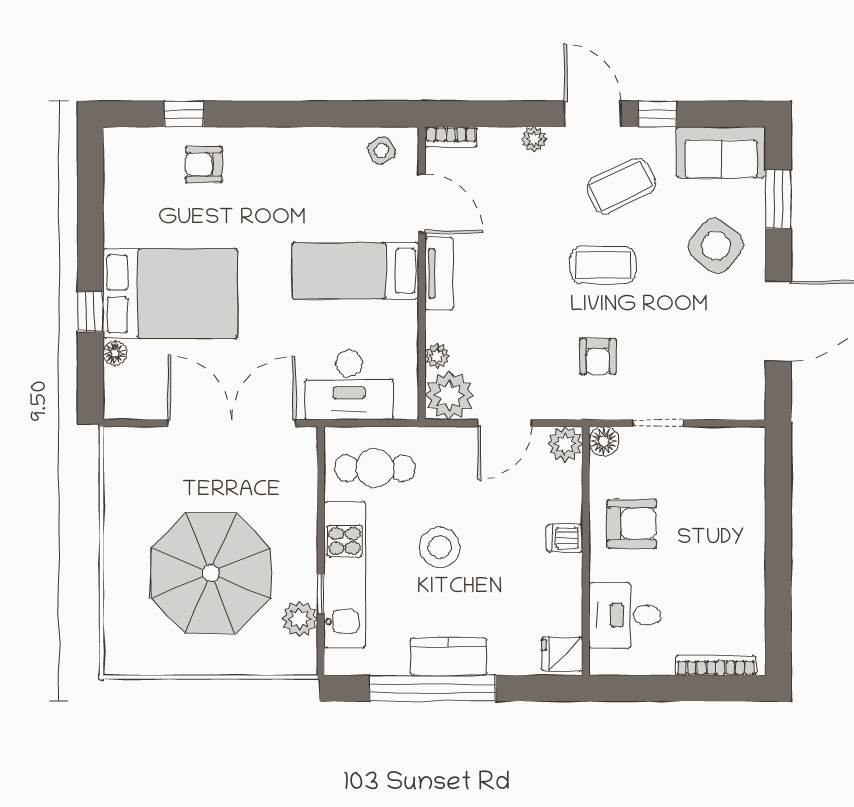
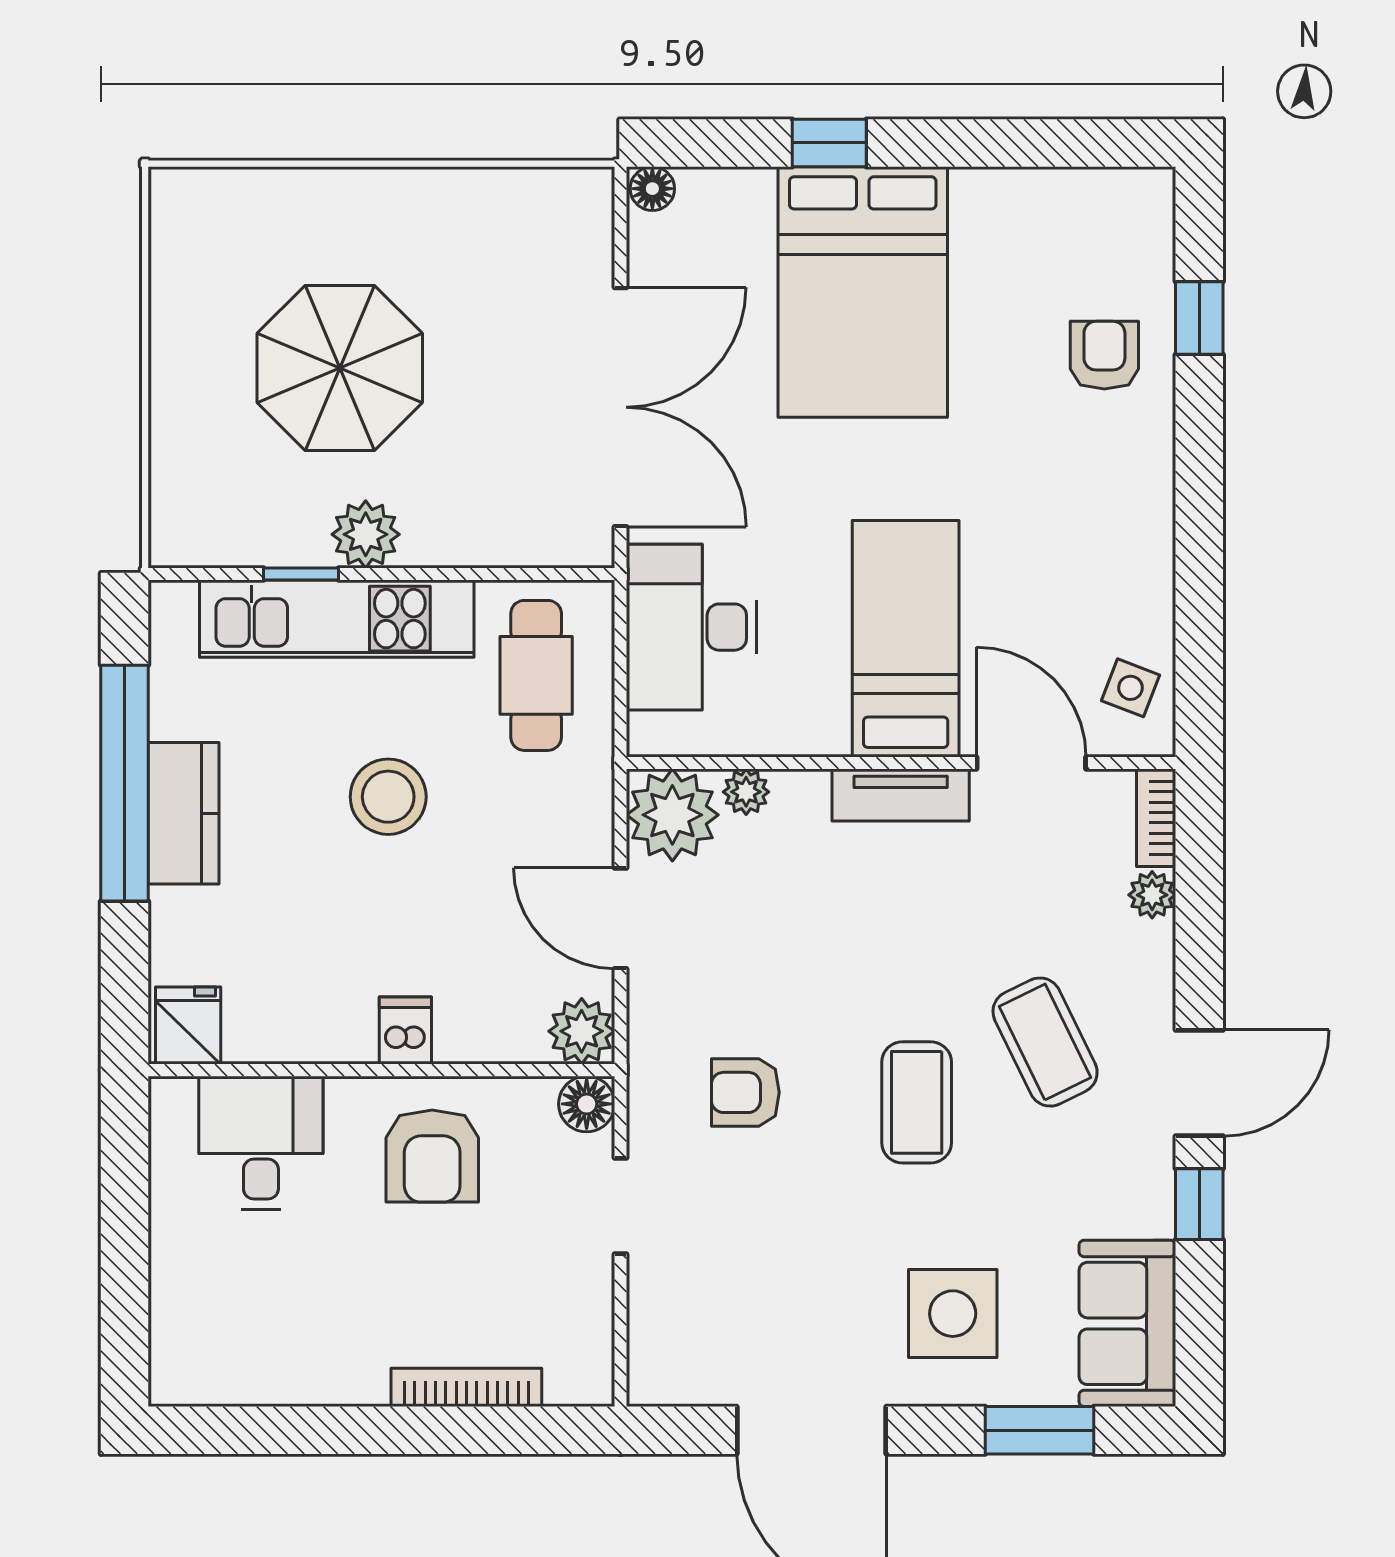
plant: (534, 139) -> (1152, 895), moved
side table: (382, 151) -> (1131, 688), turned -38
coffee table: (621, 186) -> (1045, 1042), moved
door: (422, 204) -> (1031, 763), swing flipped
side table: (716, 246) -> (953, 1314), turned -38
floor lamp: (115, 353) -> (652, 189), moved
parasol: (211, 573) -> (340, 368), width x0.73, depth x0.73
plant: (300, 619) -> (366, 534), moved
bookcase: (716, 665) -> (466, 1387), moved, turned -90

